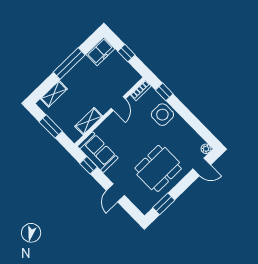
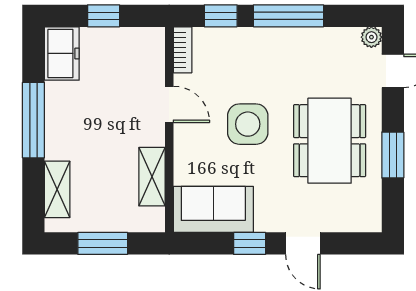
window: (186, 114) -> (288, 16), added
side table: (162, 115) -> (248, 124), moved
window: (89, 165) -> (250, 243), moved
window: (164, 204) -> (393, 155), moved

